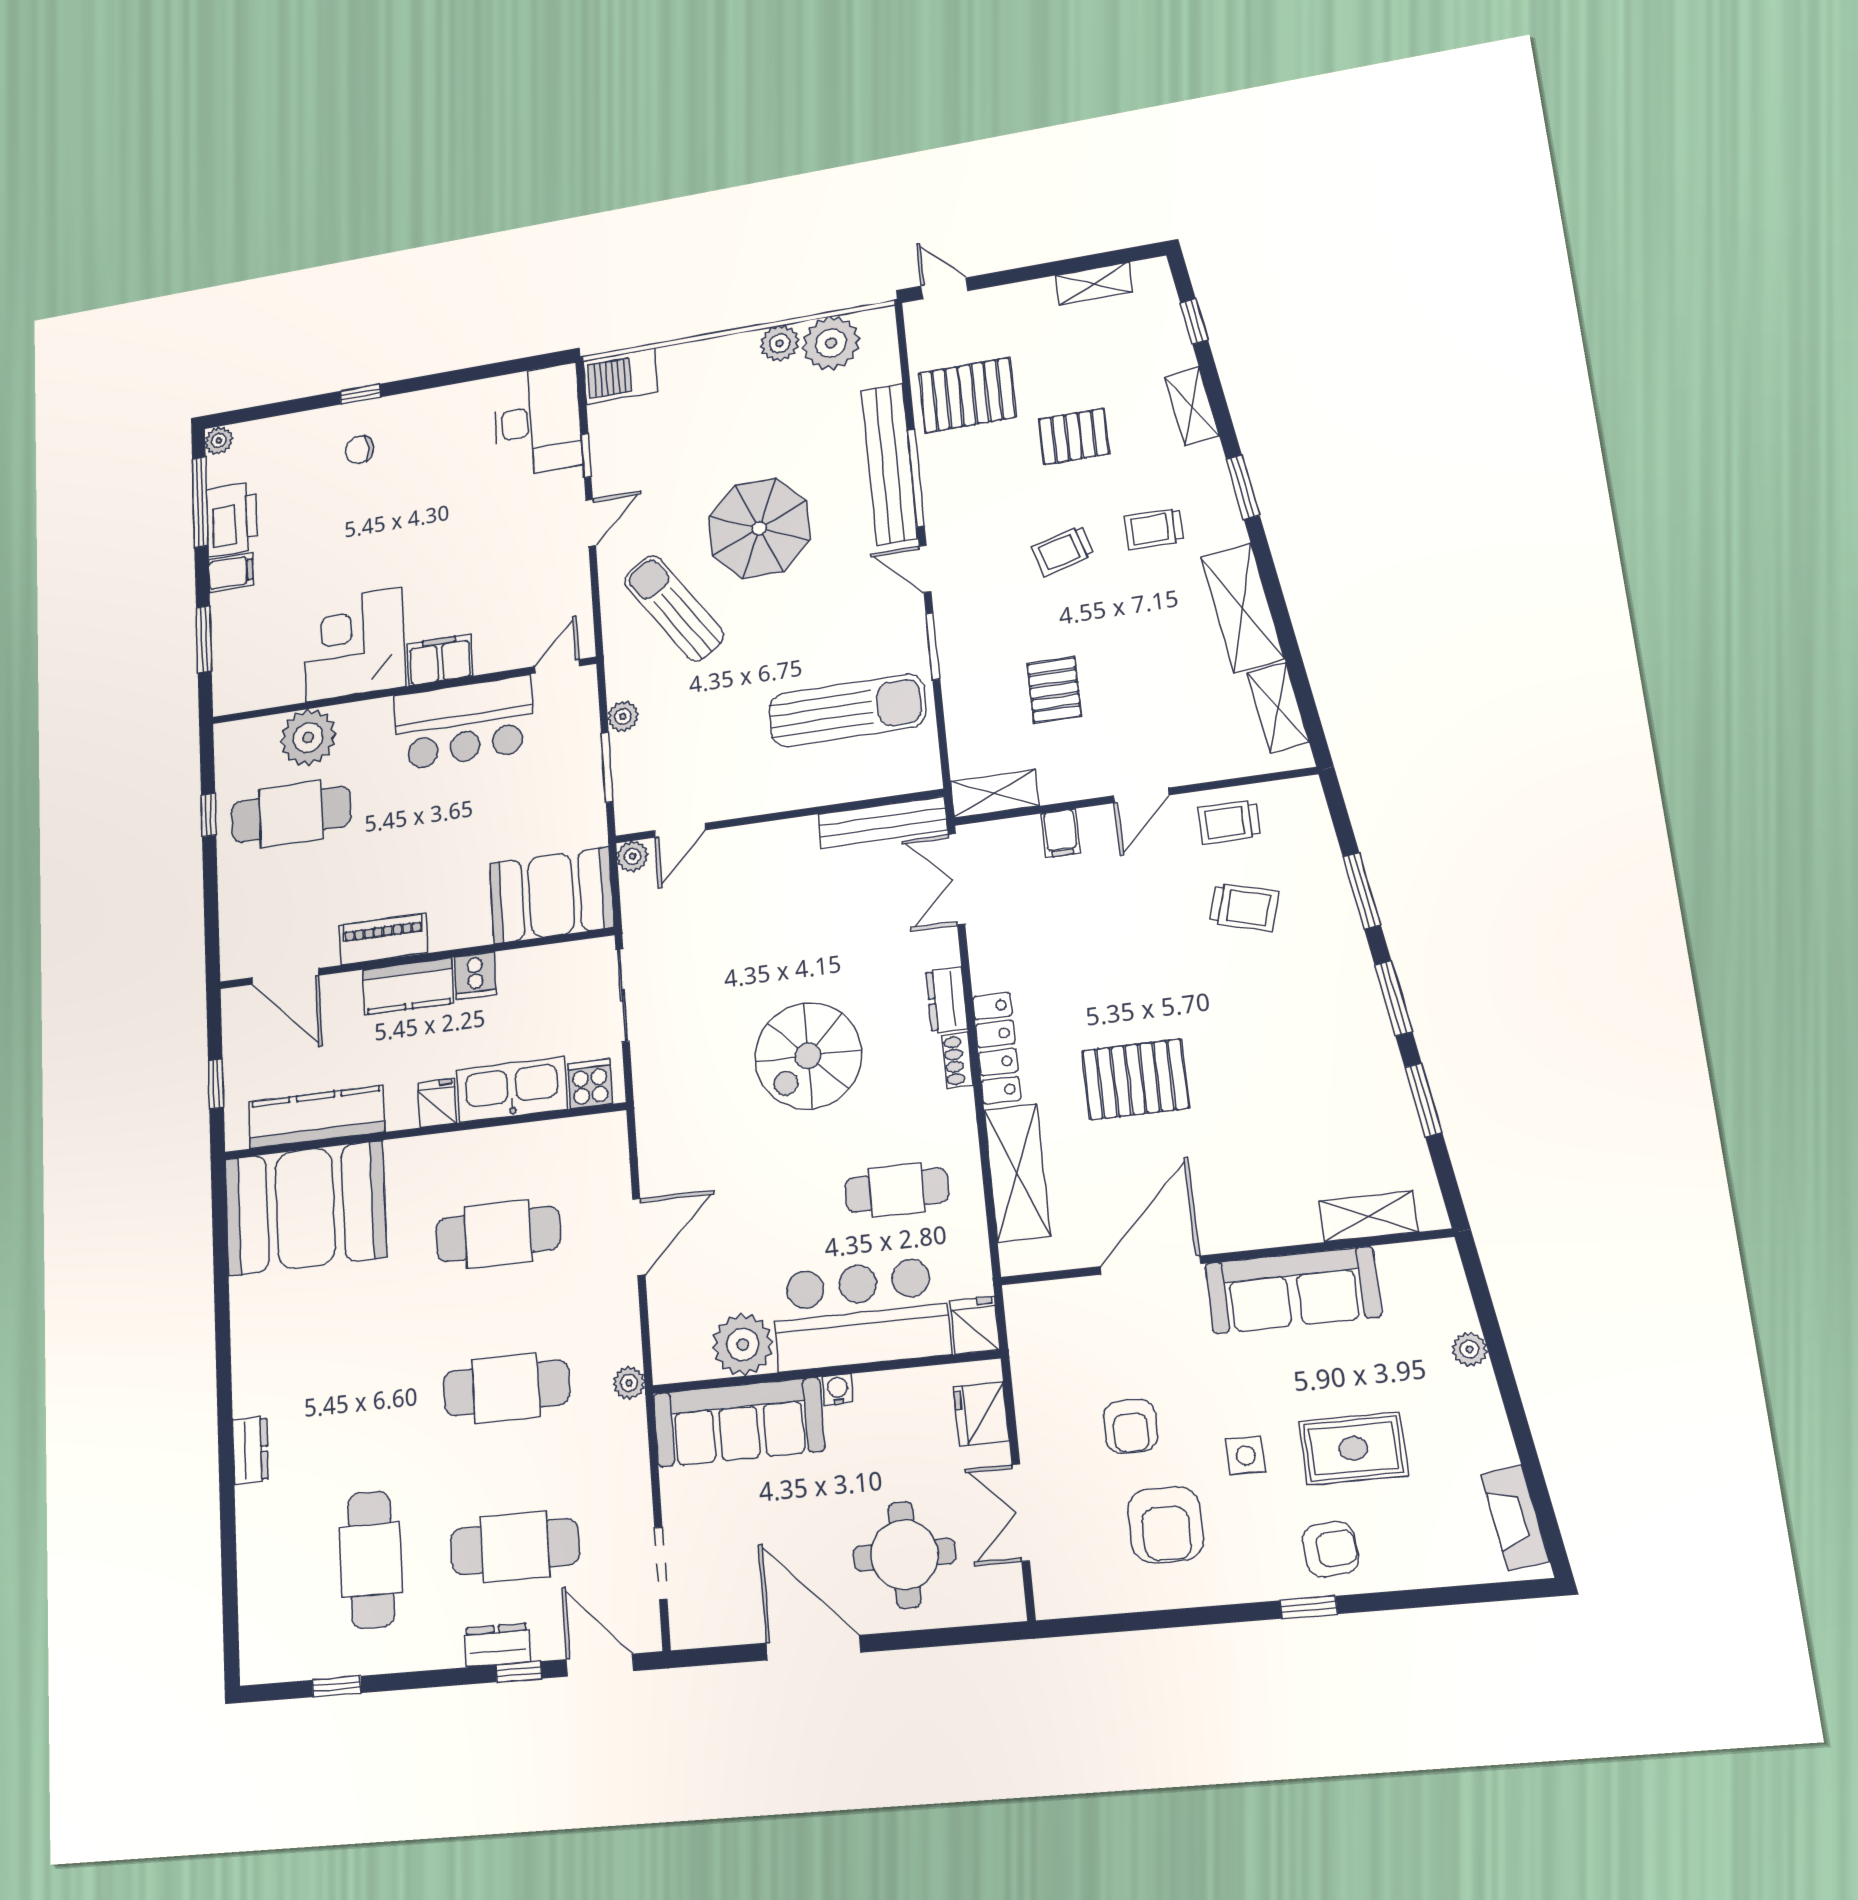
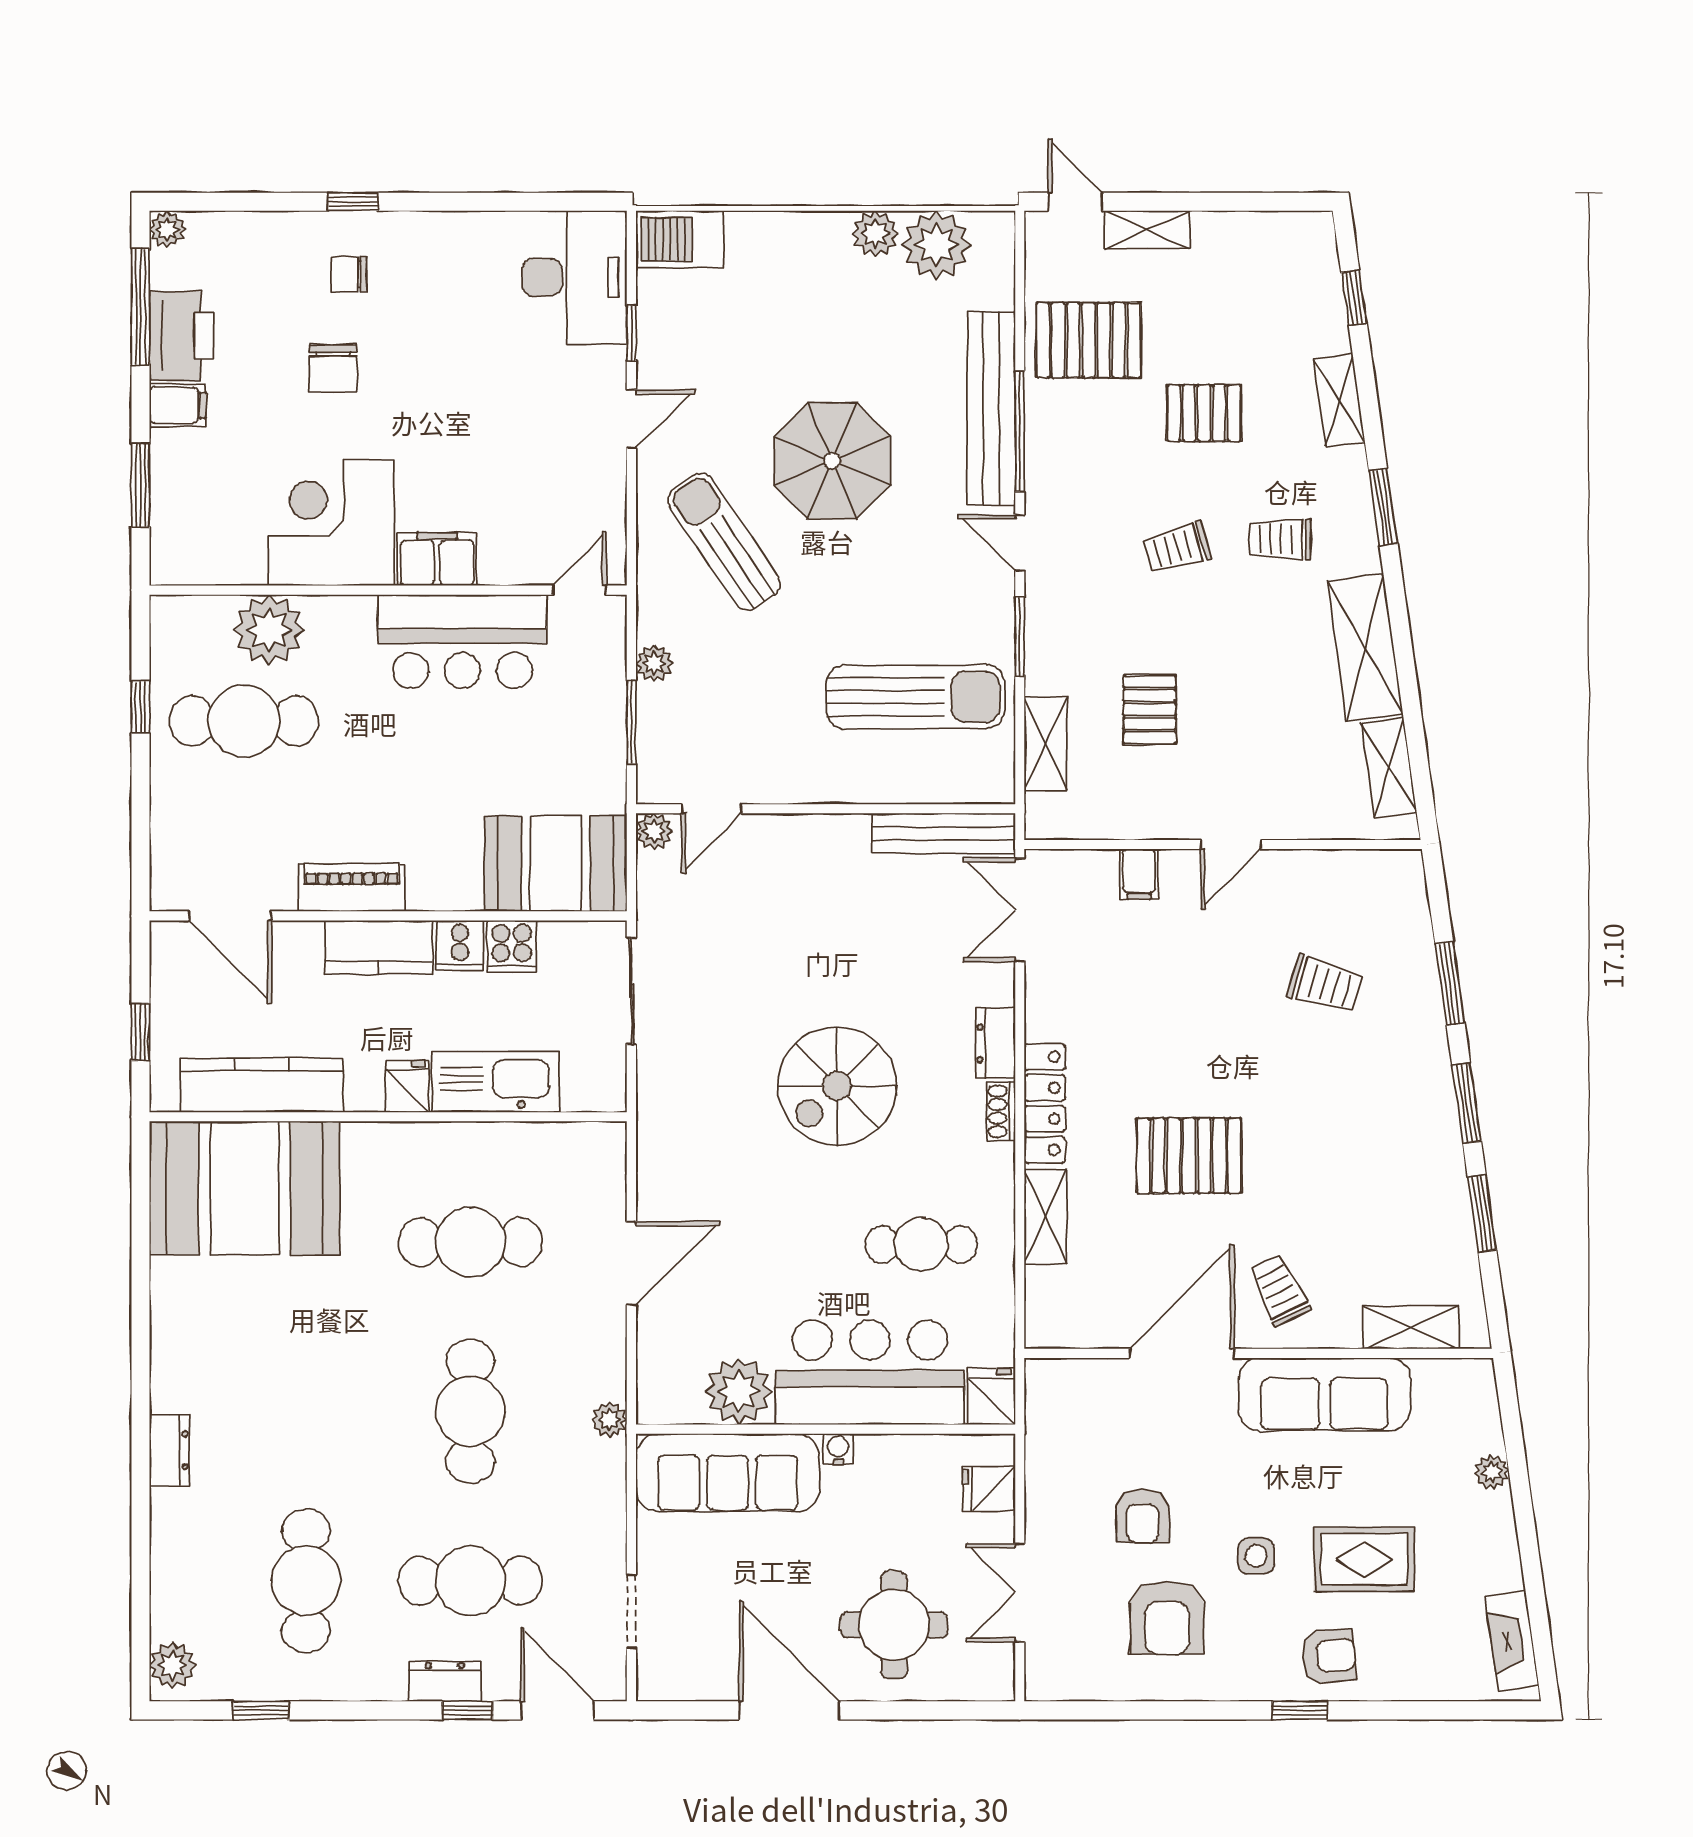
shelving: (1094, 284) -> (1148, 230), moved
chair: (350, 524) -> (333, 368), added
shelving: (995, 794) -> (1045, 744), moved, turned 90
trolley: (1229, 822) -> (1279, 1291), moved, turned 64
cooker: (590, 1084) -> (512, 946), moved, turned 180
shelving: (1017, 1173) -> (1046, 1217), width x0.67, depth x0.75
cafe table: (506, 1388) -> (470, 1411), turned 90
fridge: (981, 1414) -> (989, 1489), width x0.72
plant: (259, 1650) -> (173, 1665), added

